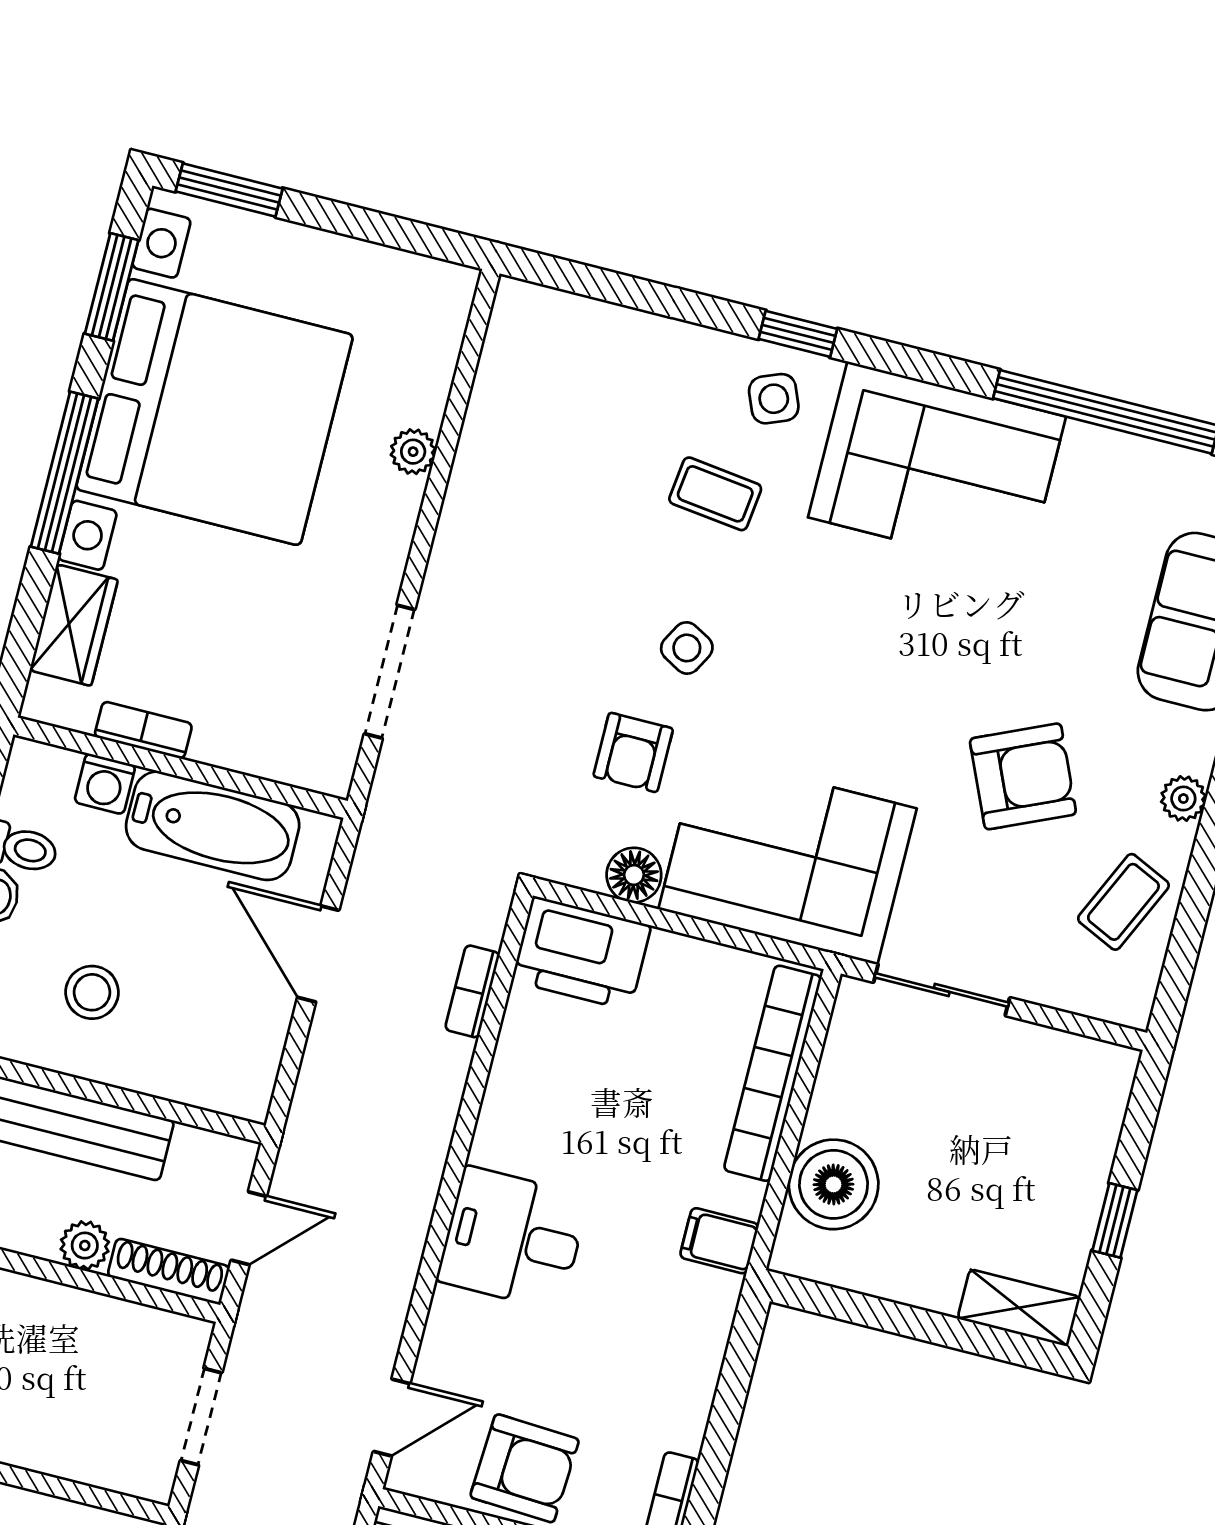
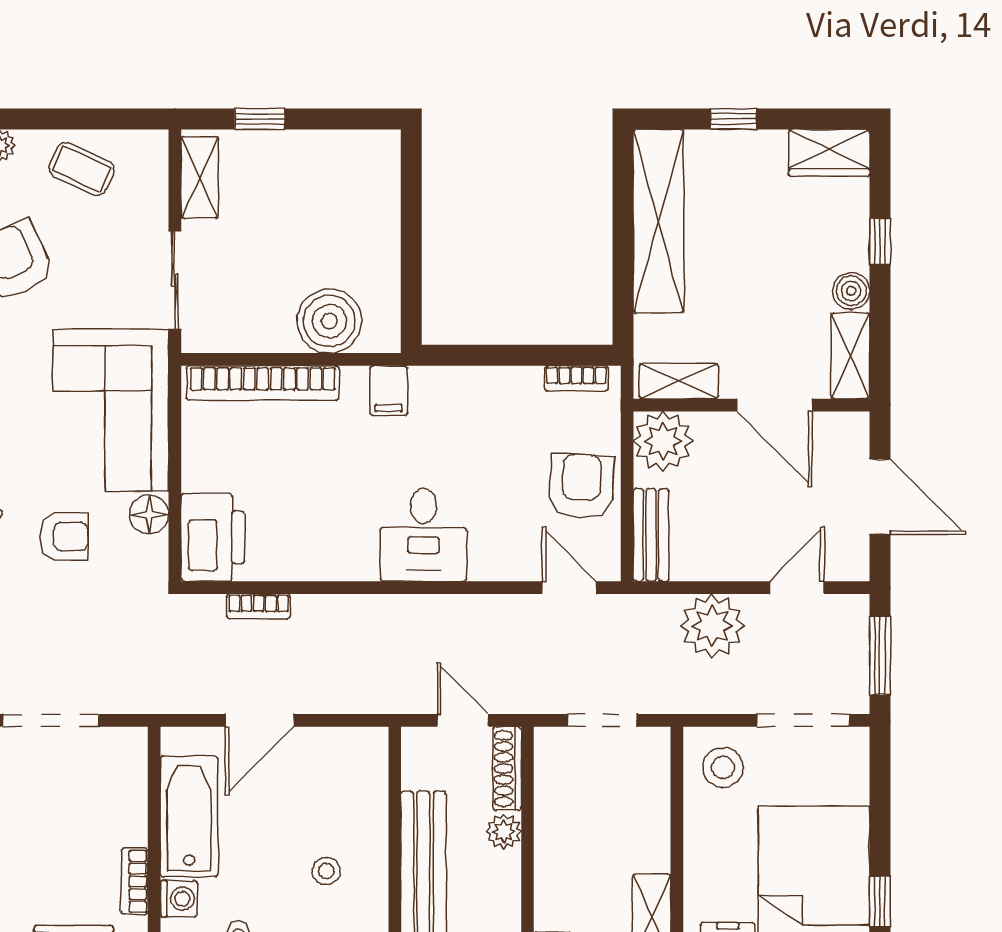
stool: (92, 992) -> (326, 871), width x0.73, depth x0.73
window: (1115, 1220) -> (260, 119), moved
shelving: (1019, 1308) -> (200, 178), moved

